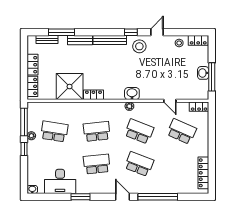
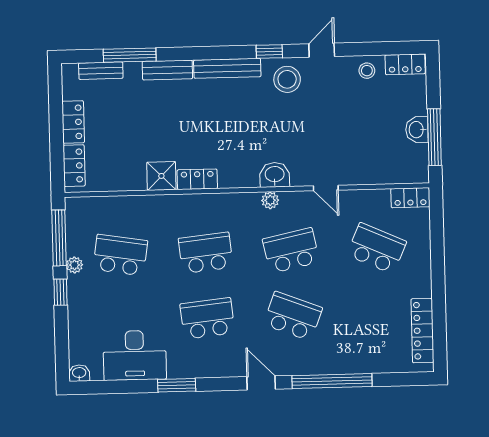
shower: (70, 87) -> (161, 176), width x0.54, depth x0.54
door: (170, 101) -> (326, 188), moved
school desk: (139, 131) -> (291, 251), turned -33

